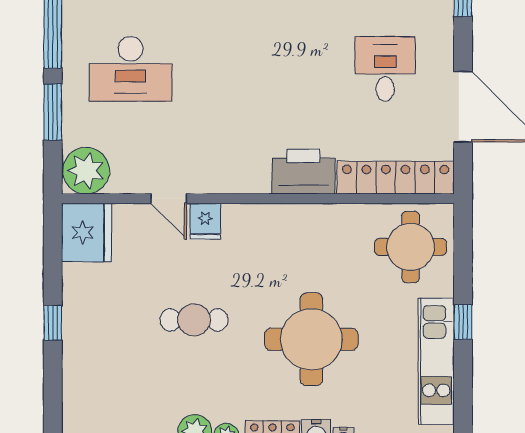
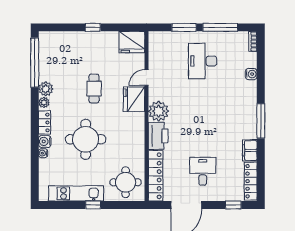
desk: (385, 69) -> (203, 171), turned -90
plant: (86, 171) -> (159, 111), moved
fridge: (205, 221) -> (134, 99), width x1.88, depth x1.34

